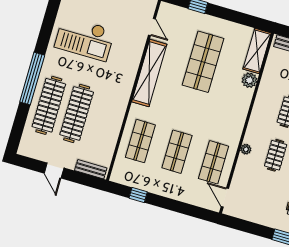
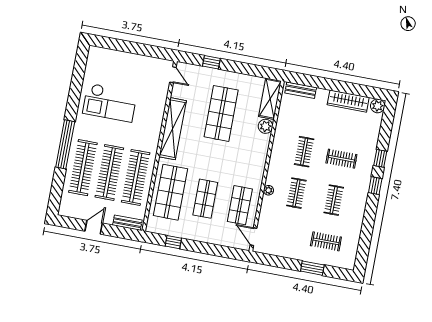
door: (152, 27) -> (173, 75), moved
clothes rail: (104, 122) -> (136, 177), added
shop shelf: (140, 141) -> (171, 192), width x1.43, depth x1.36
door: (54, 171) -> (94, 227), swing flipped

